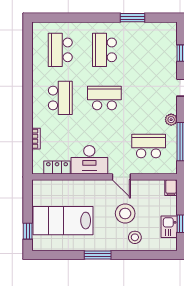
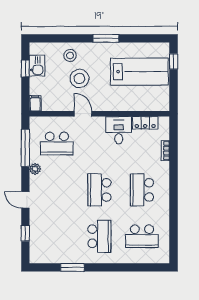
school desk: (60, 50) -> (142, 236), turned 90
school desk: (104, 98) -> (99, 190), turned 90
desk: (89, 160) -> (119, 130), width x0.73

